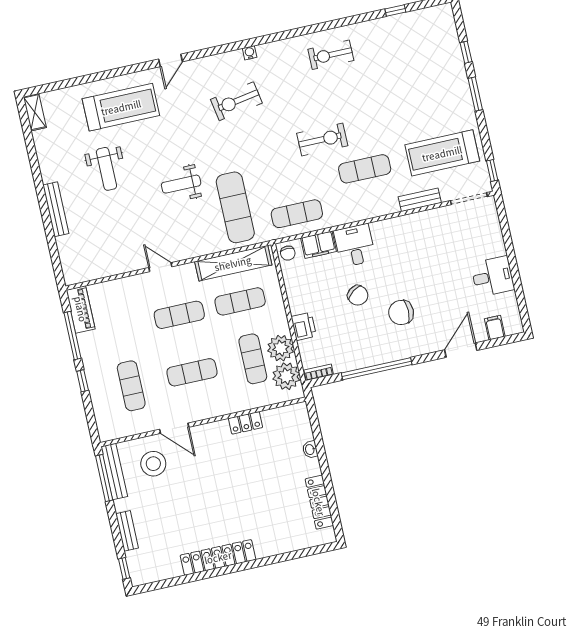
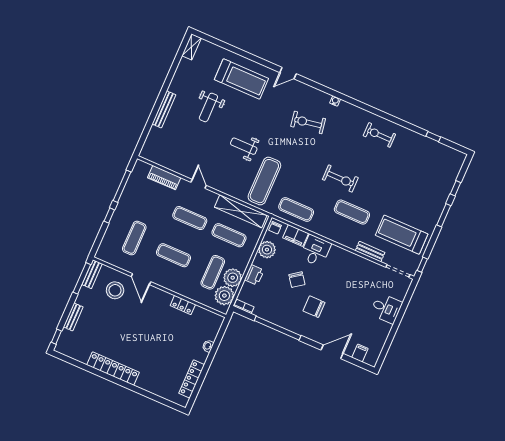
desk: (493, 277) -> (386, 308), moved
plant: (297, 286) -> (267, 250), added
piano: (81, 309) -> (164, 178), moved, turned 90
bench: (114, 471) -> (92, 274), width x0.73

